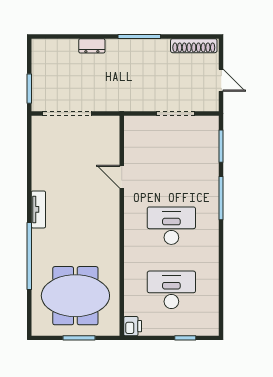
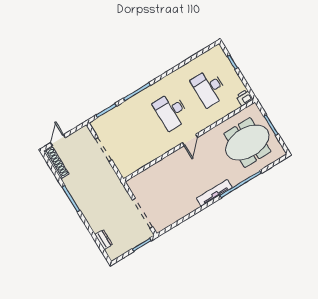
dresser: (92, 46) -> (104, 240), moved
door: (221, 80) -> (58, 140), moved
door: (122, 177) -> (190, 140), moved
tv unit: (38, 209) -> (214, 193), width x1.41
meeting table: (75, 296) -> (247, 143), turned 90

